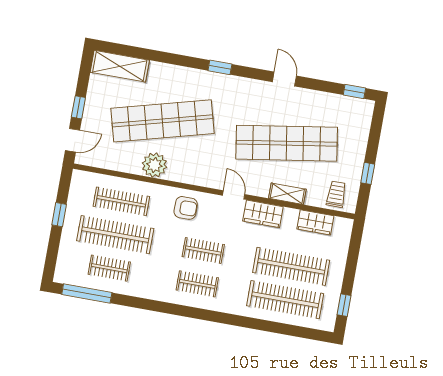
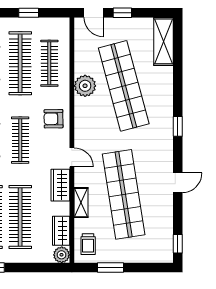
window: (368, 173) -> (110, 268), width x1.50
trolley: (336, 194) -> (88, 244), turned 90
door: (234, 195) -> (72, 157), hinge flipped
armchair: (186, 208) -> (54, 119), turned 89
plant: (343, 227) -> (62, 255), added
clothes rail: (203, 251) -> (20, 140), width x1.36

